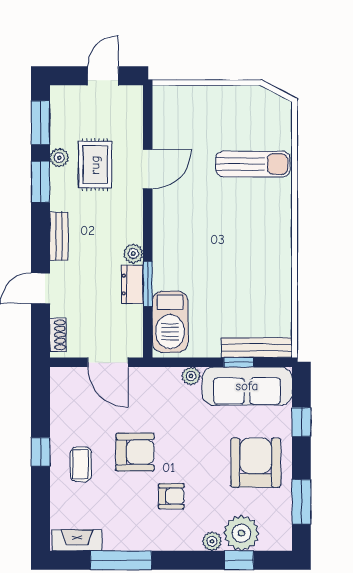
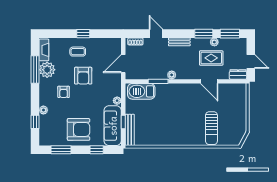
dresser: (132, 284) -> (238, 74), moved
plant: (241, 533) -> (47, 70), moved

